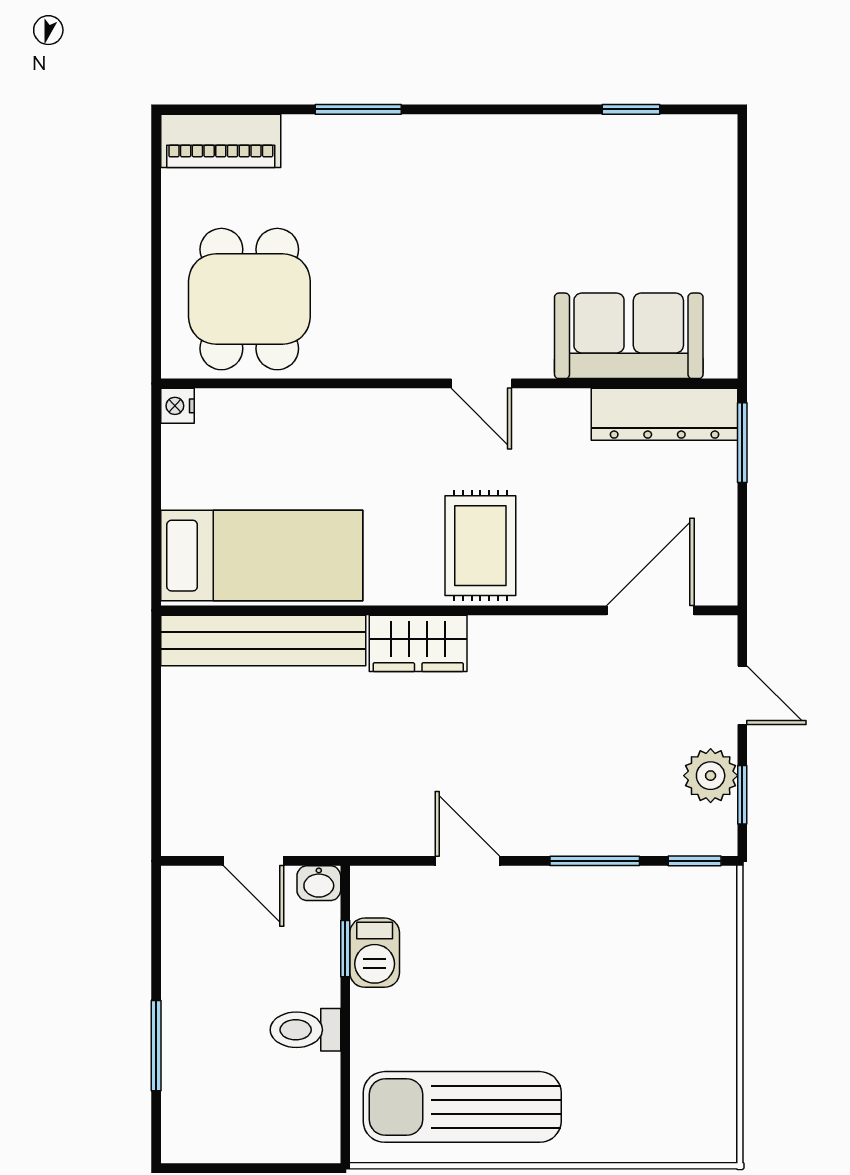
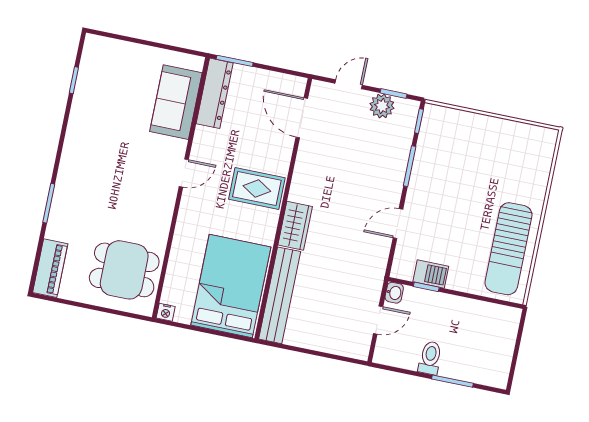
bed: (262, 556) -> (231, 286), width x1.50
toilet: (305, 1030) -> (430, 358), moved, turned 180

